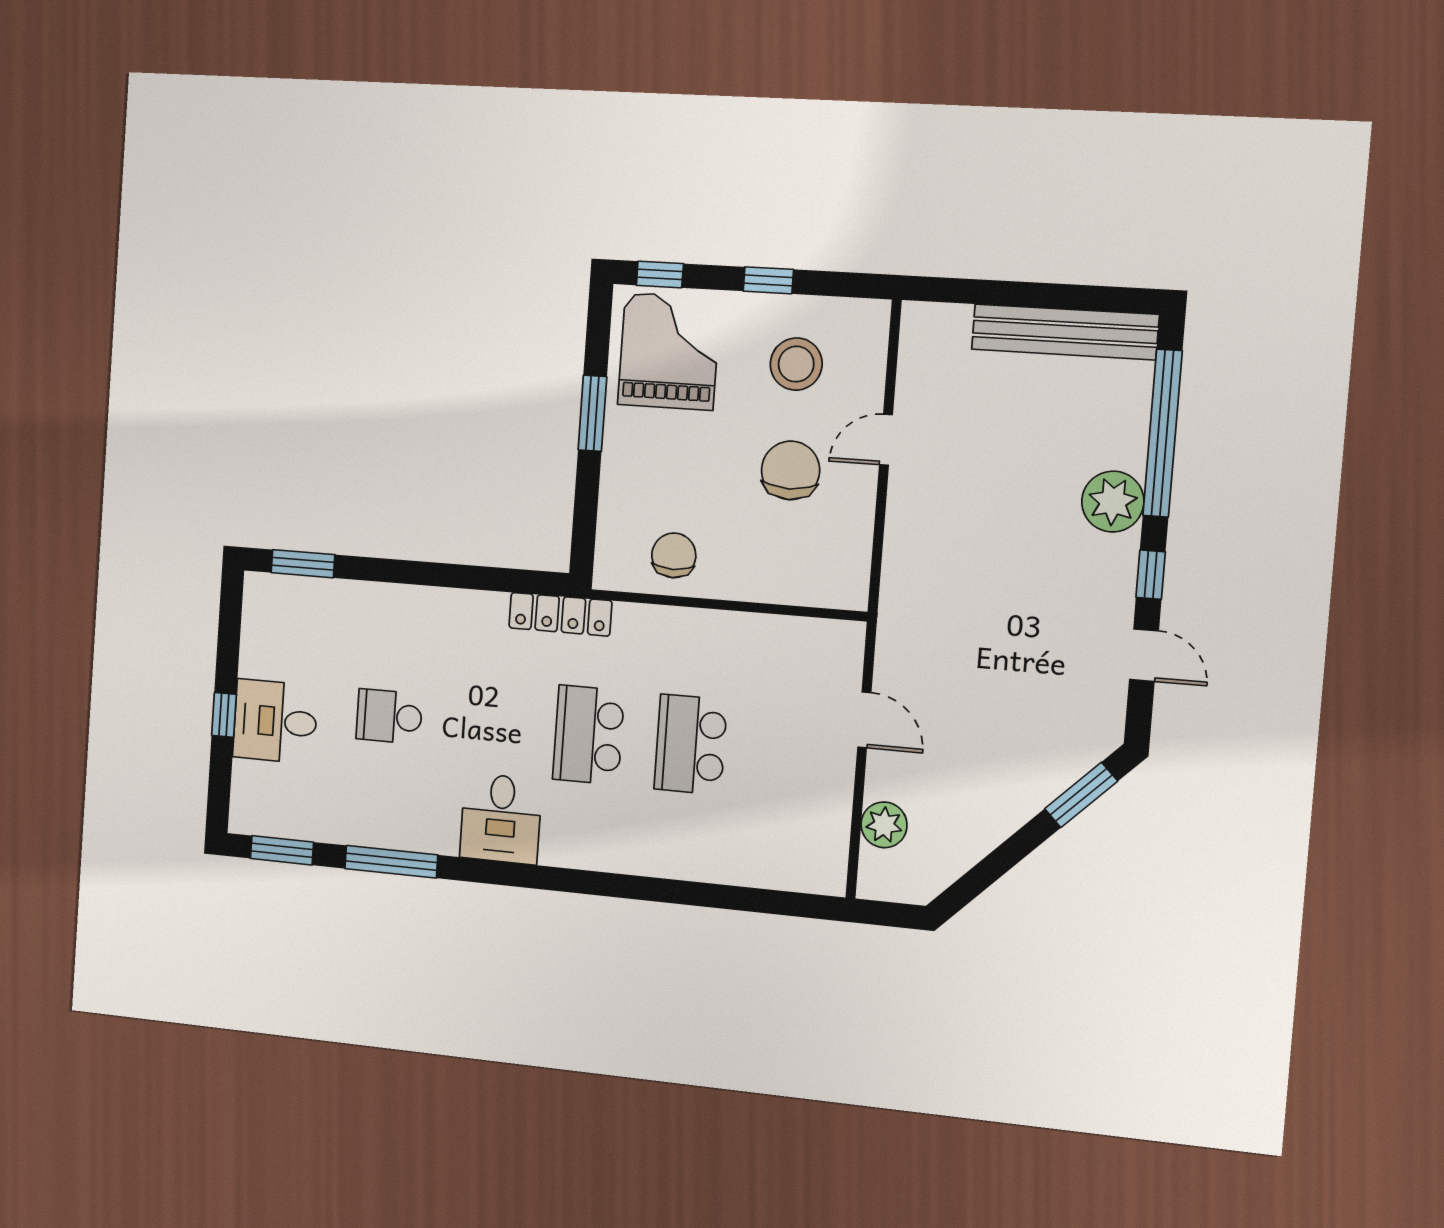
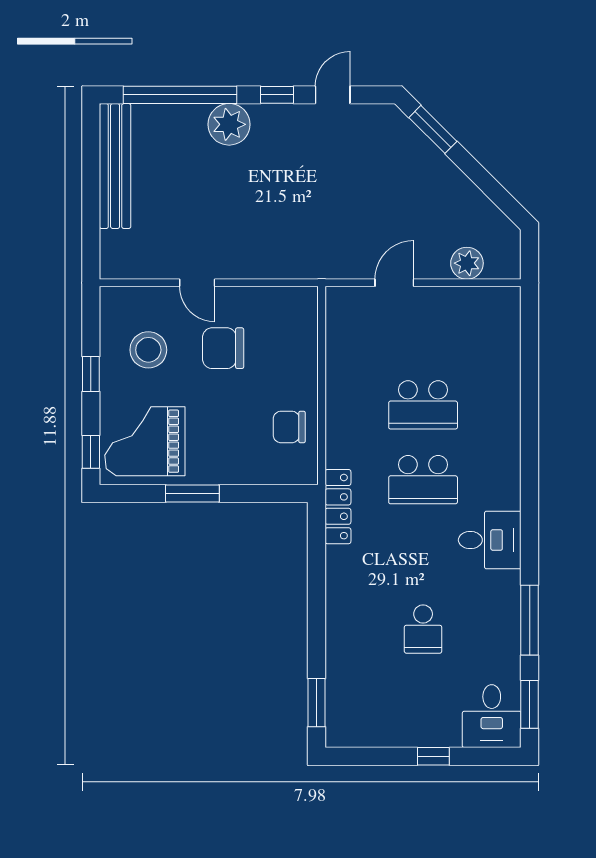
desk: (275, 721) -> (492, 716), moved

